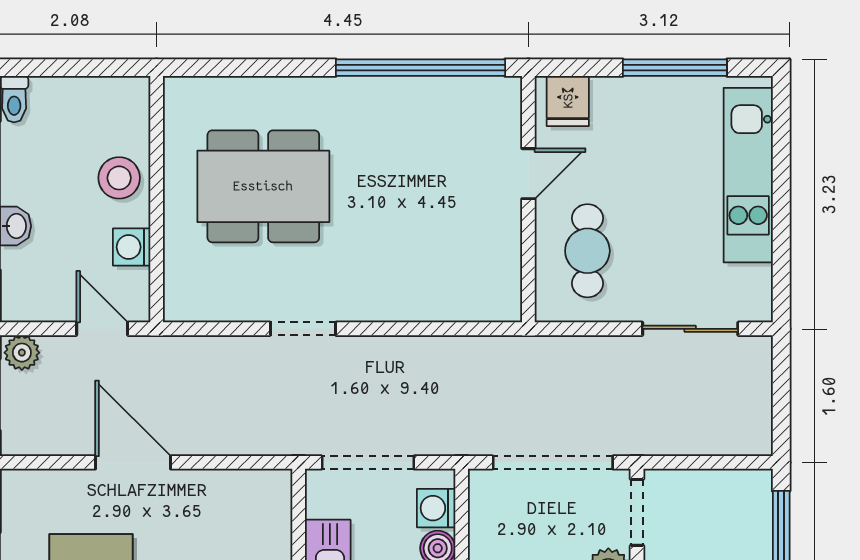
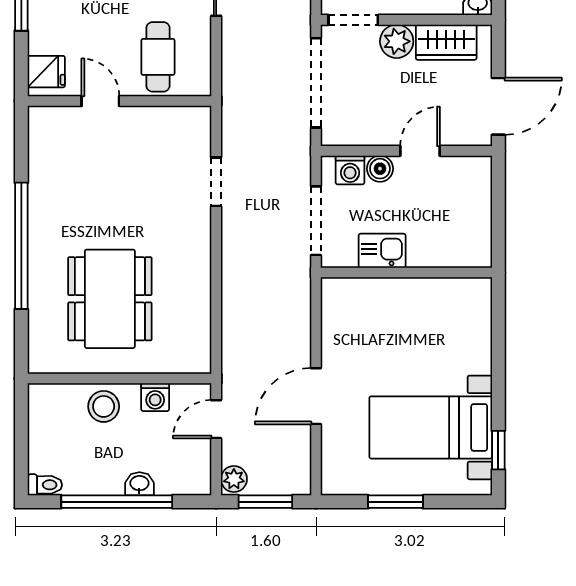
window: (420, 68) -> (21, 246), moved
cafe table: (587, 251) -> (158, 57), turned 90
doorway: (303, 329) -> (216, 182), moved

